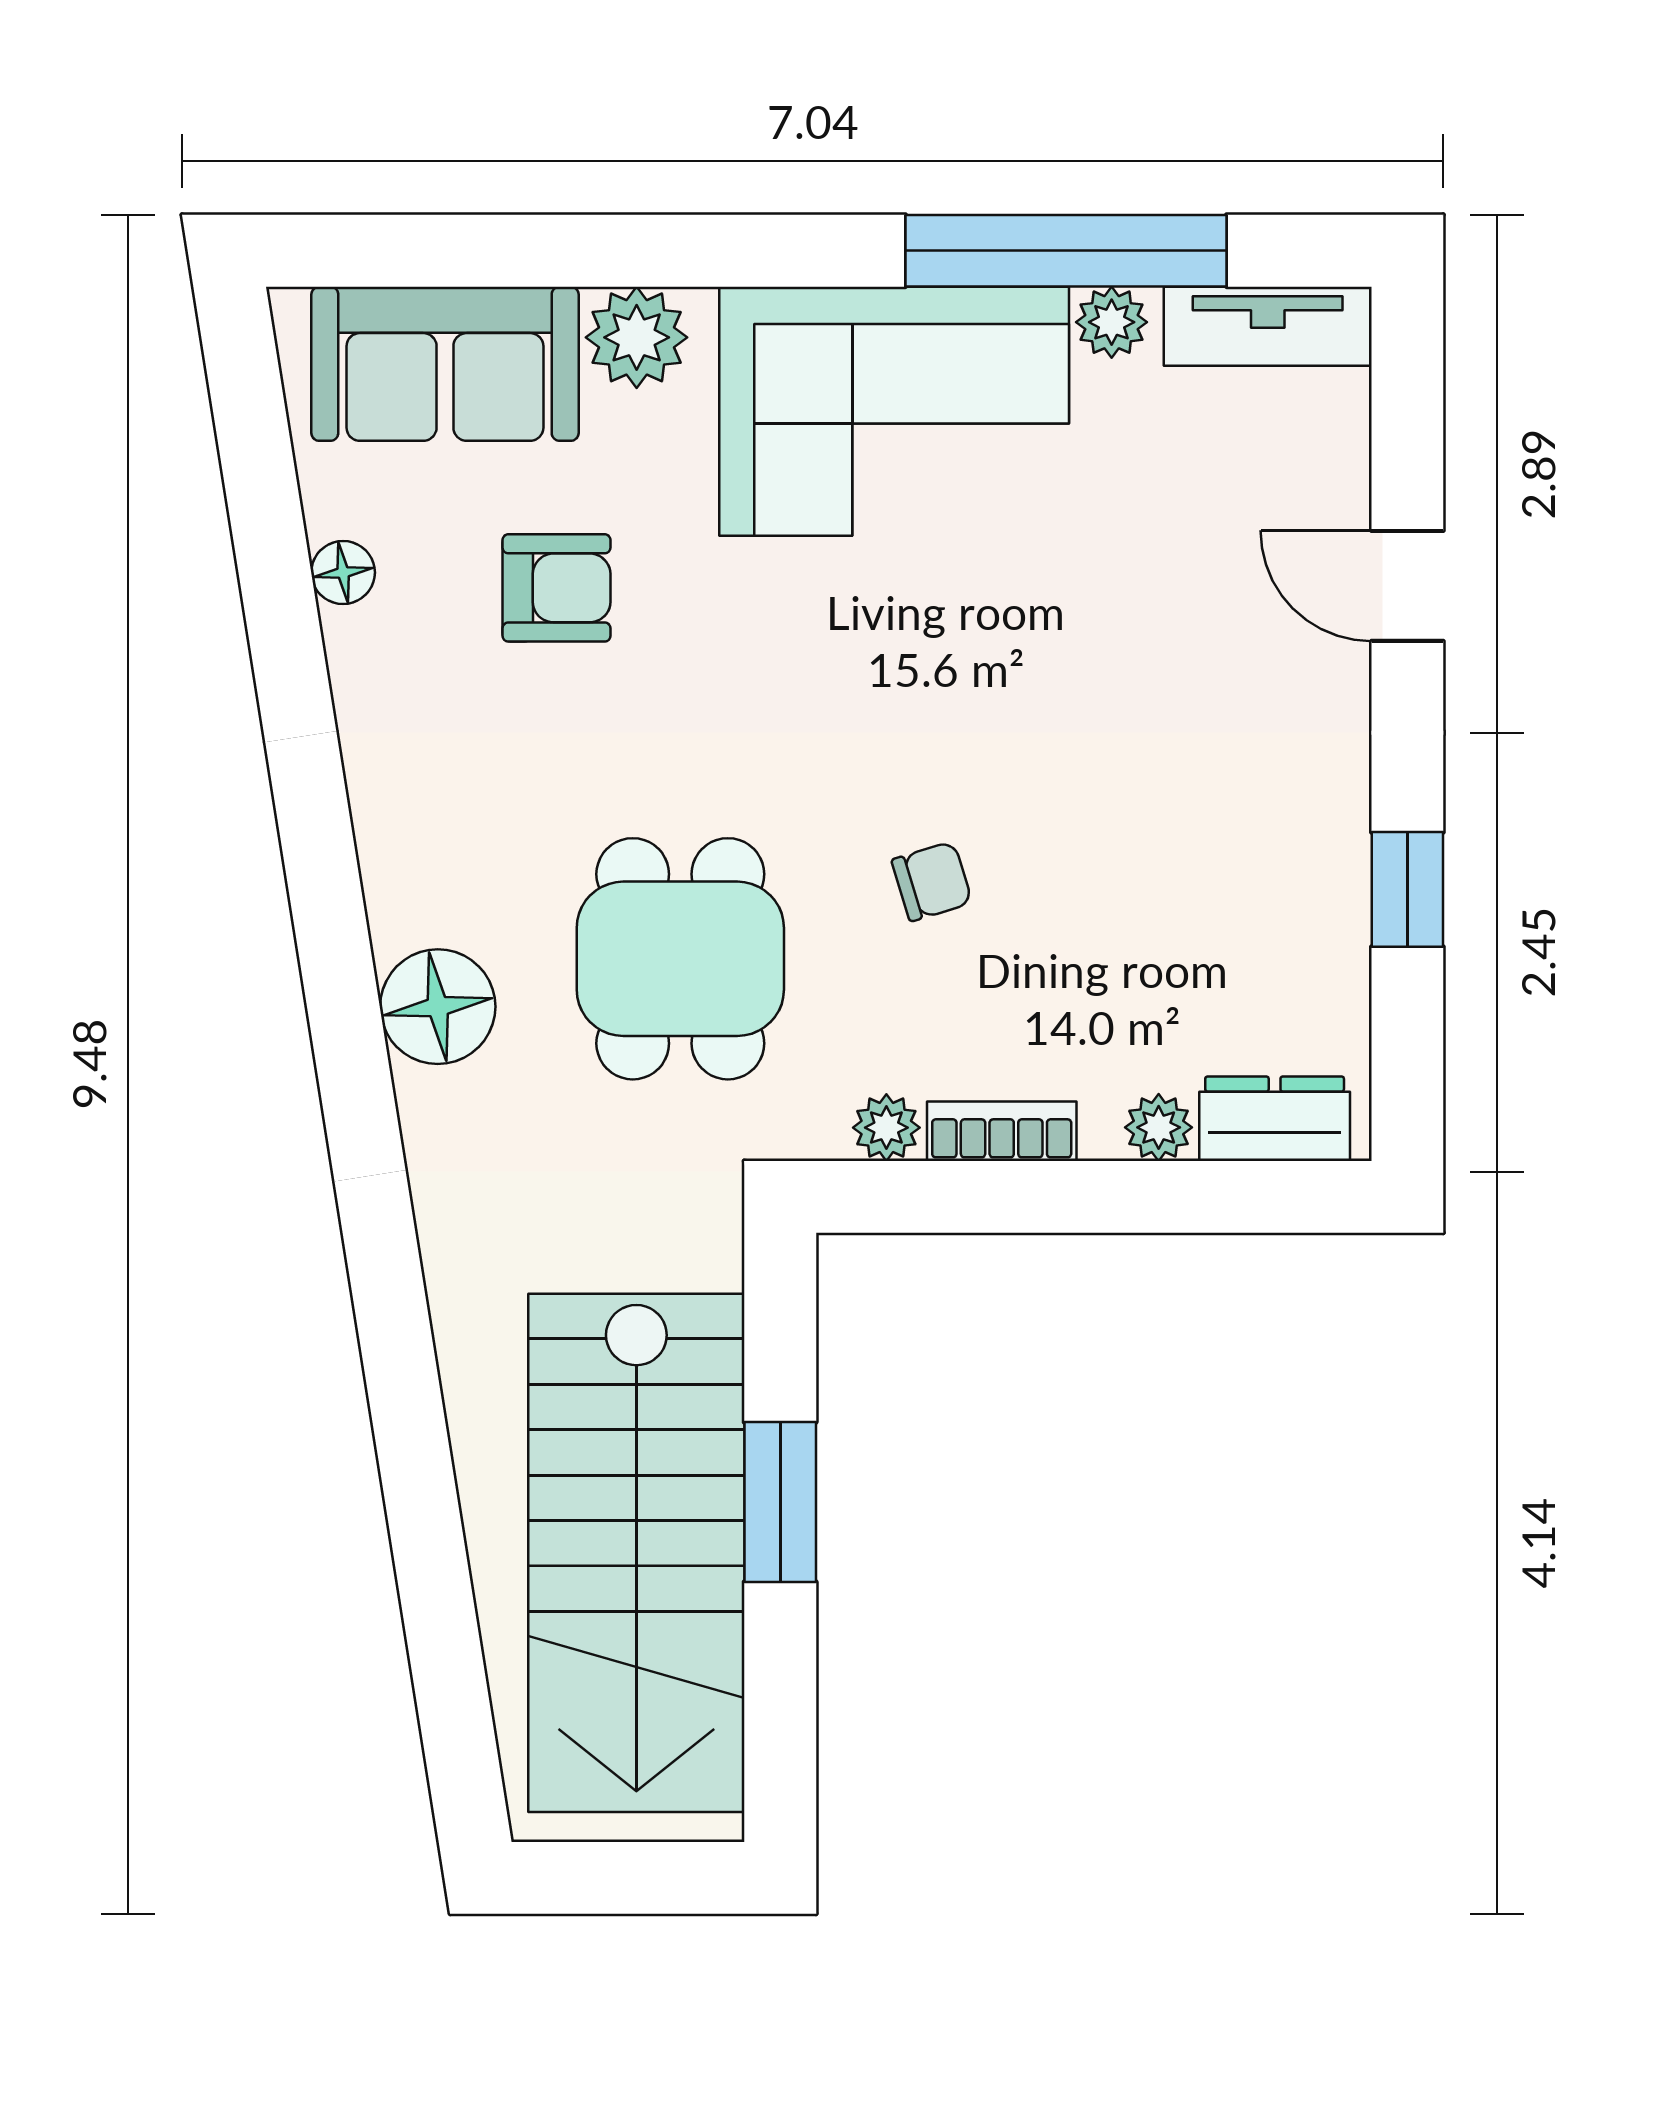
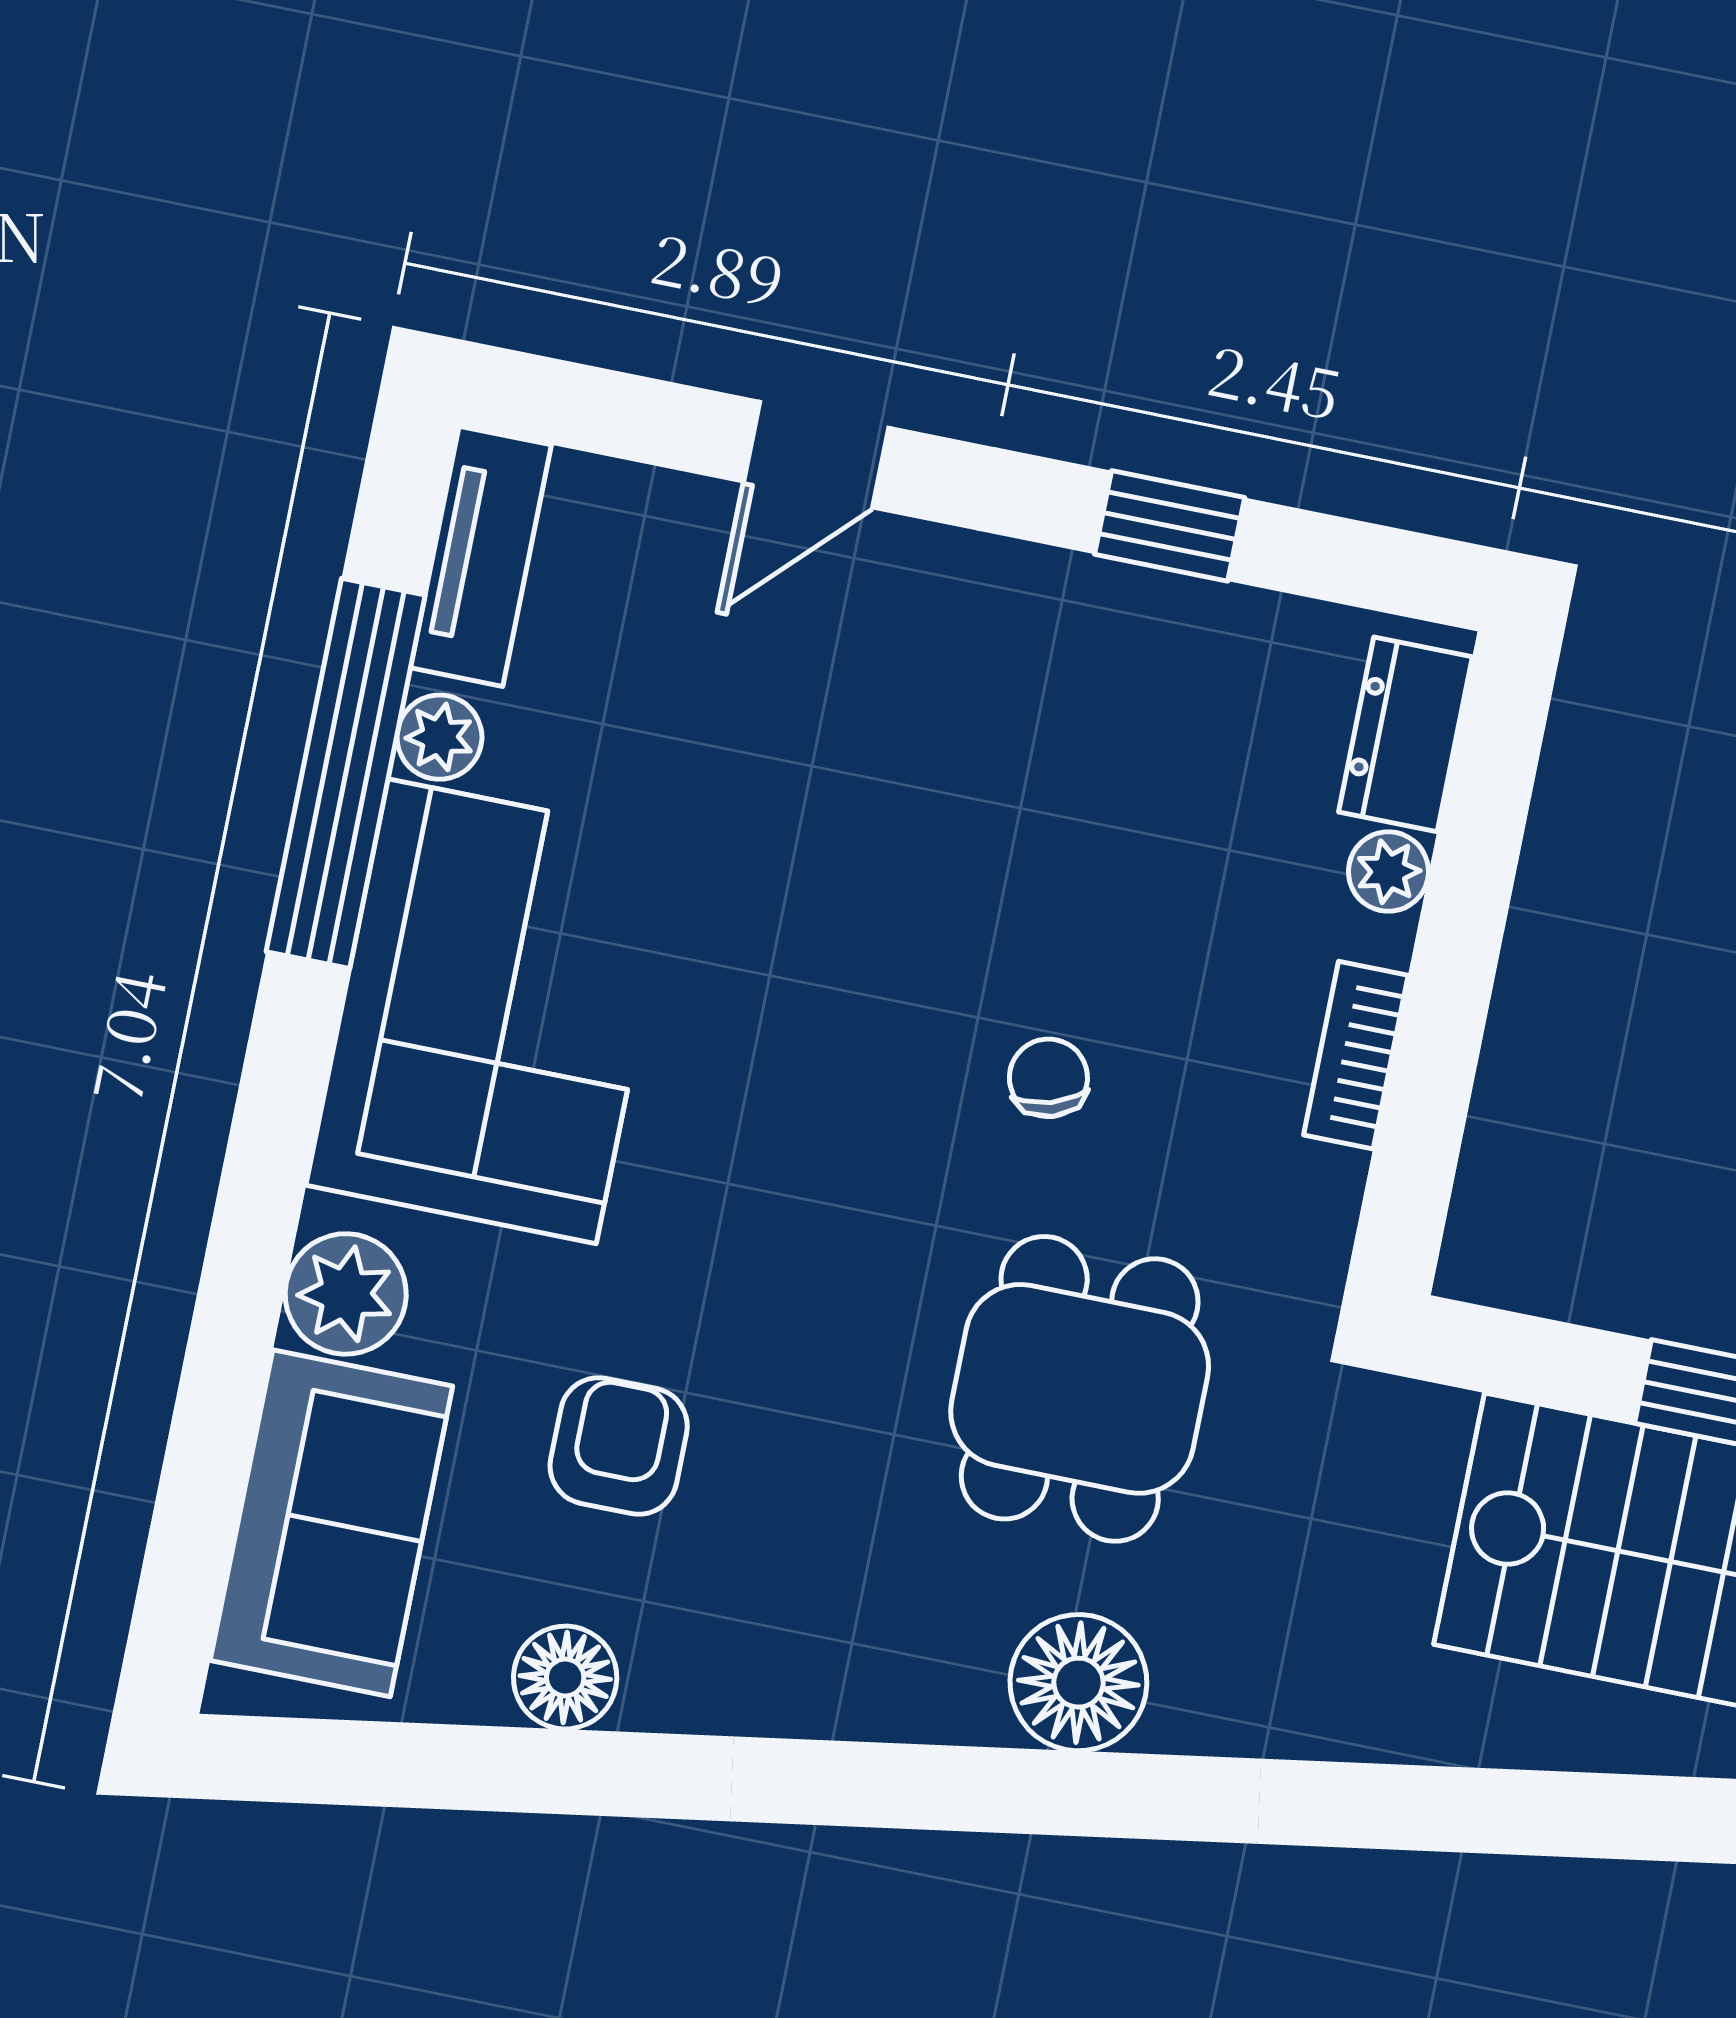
floor lamp: (343, 572) -> (565, 1678), width x1.37, depth x1.37
dining table: (680, 959) -> (1080, 1389), turned 90
plant: (886, 1128) -> (1325, 1189), removed

